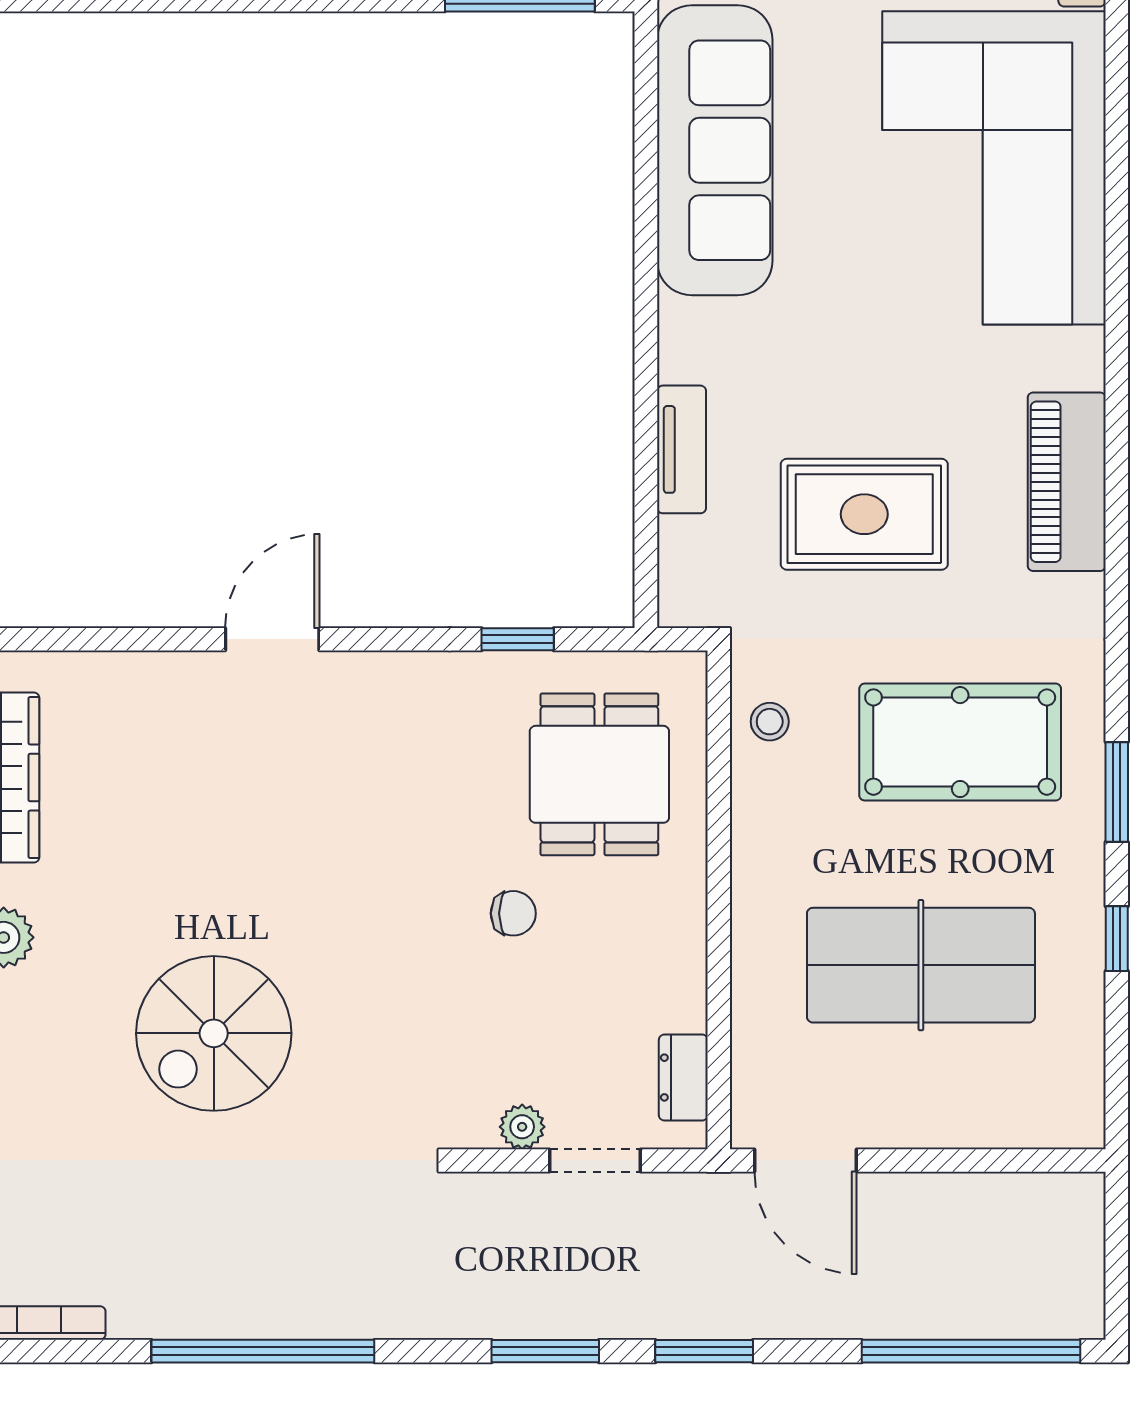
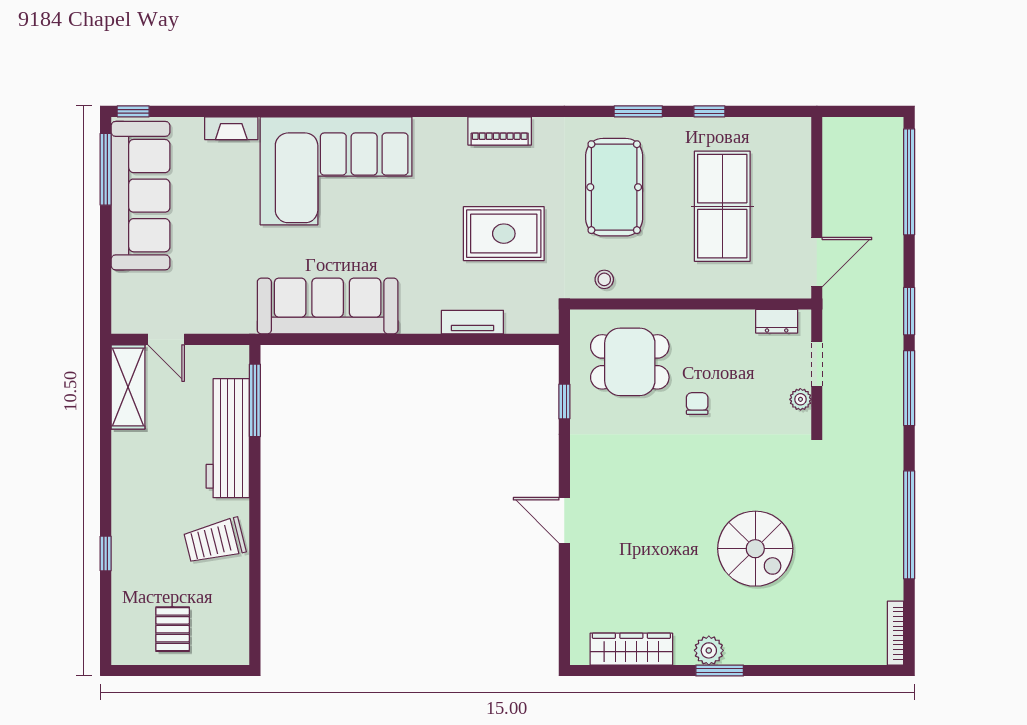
piano: (1067, 482) -> (500, 131), width x0.73, depth x0.75
rug: (864, 514) -> (504, 234), turned 90
window: (545, 1351) -> (909, 388), width x1.44

